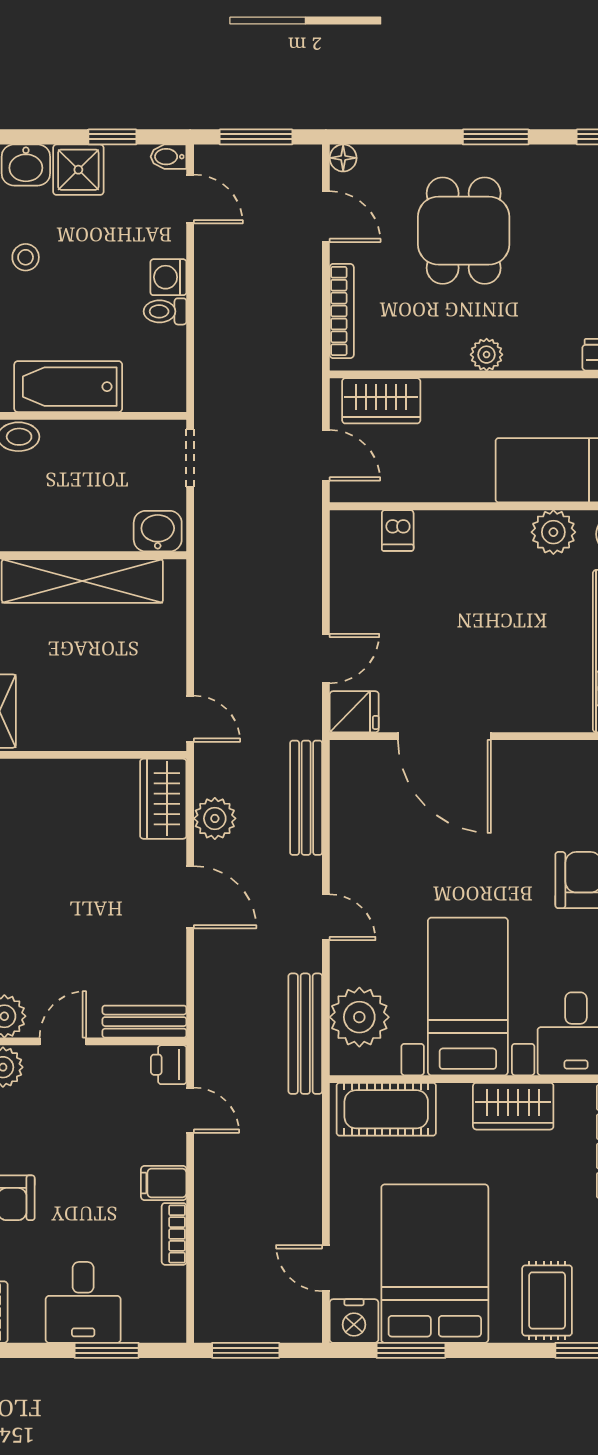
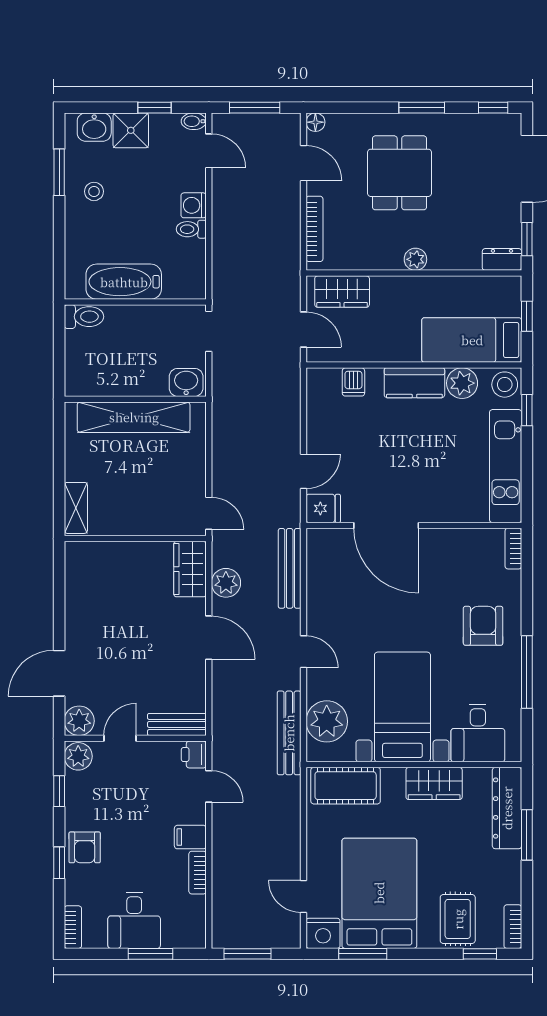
kitchen counter: (485, 532) -> (414, 383), added

